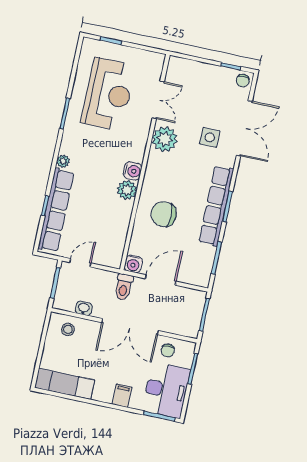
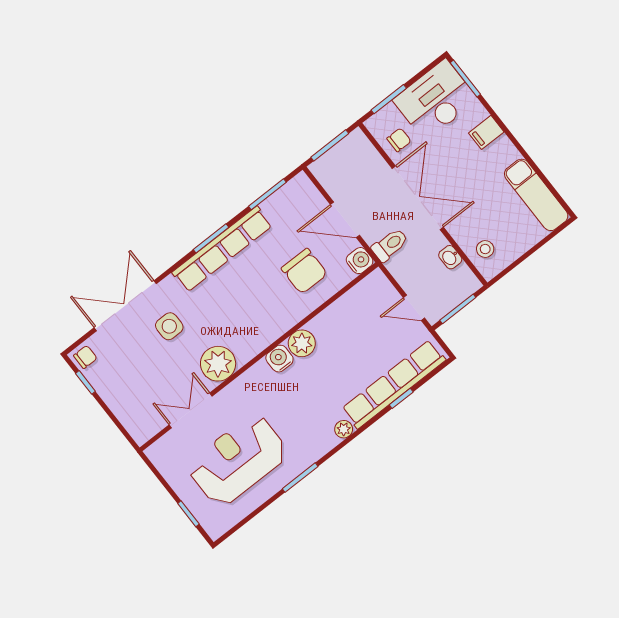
chair: (164, 214) -> (304, 271), moved

